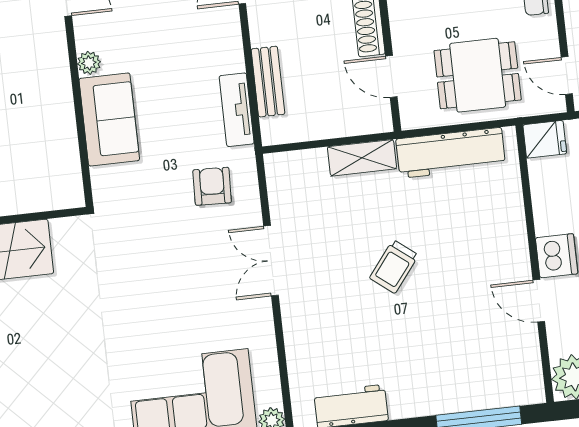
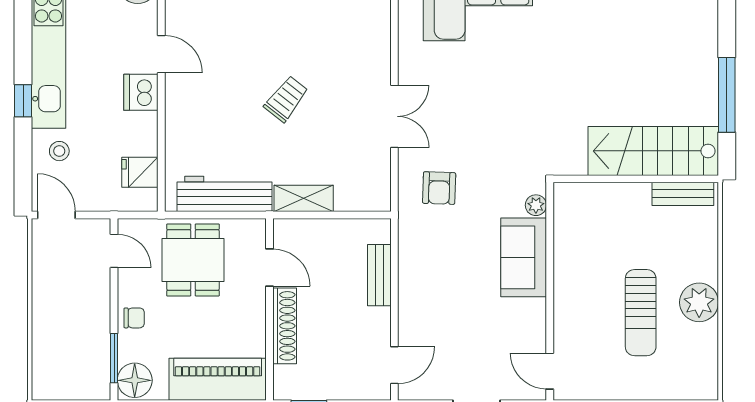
plant: (89, 63) -> (536, 205), moved
dining table: (478, 75) -> (193, 260), turned 90
tv unit: (237, 110) -> (410, 253), removed
fridge: (545, 139) -> (140, 172), moved

